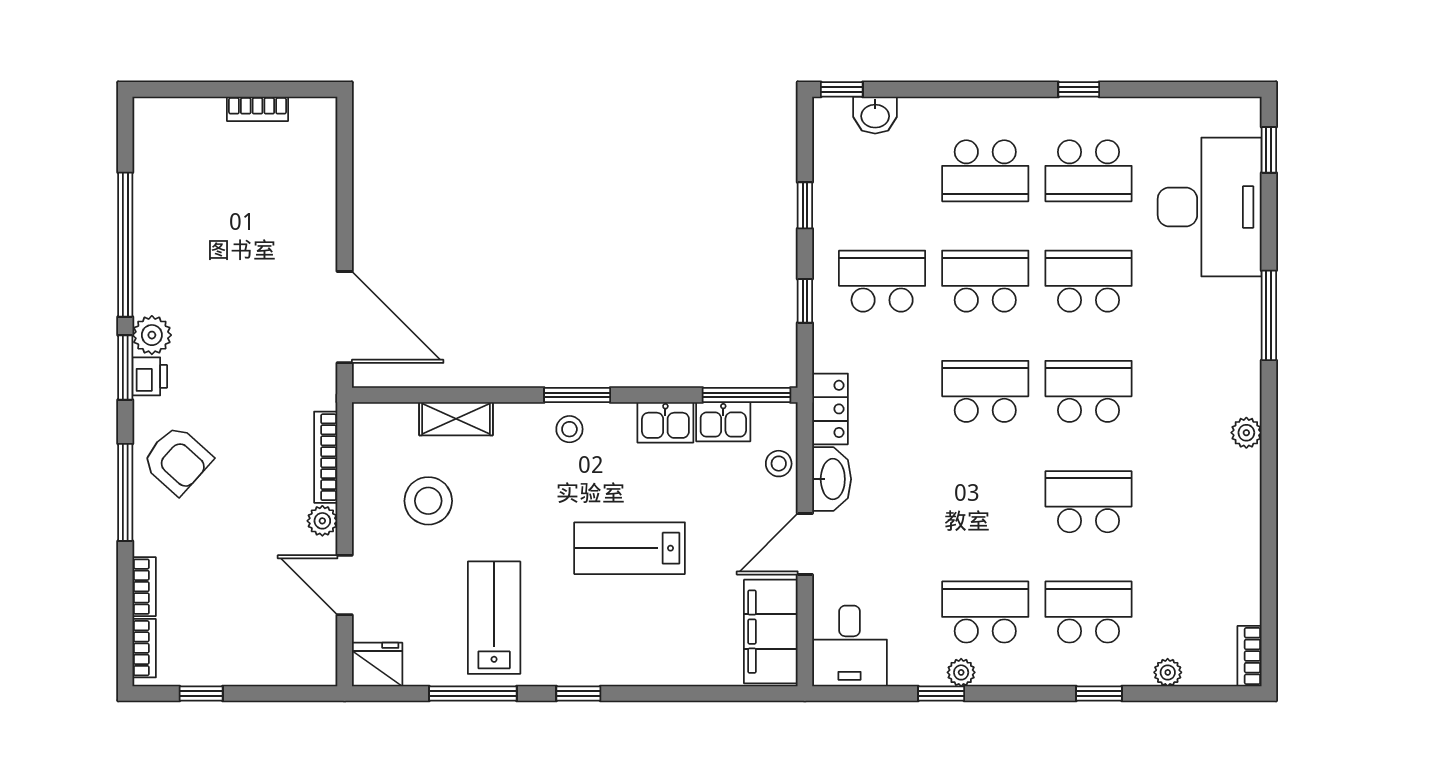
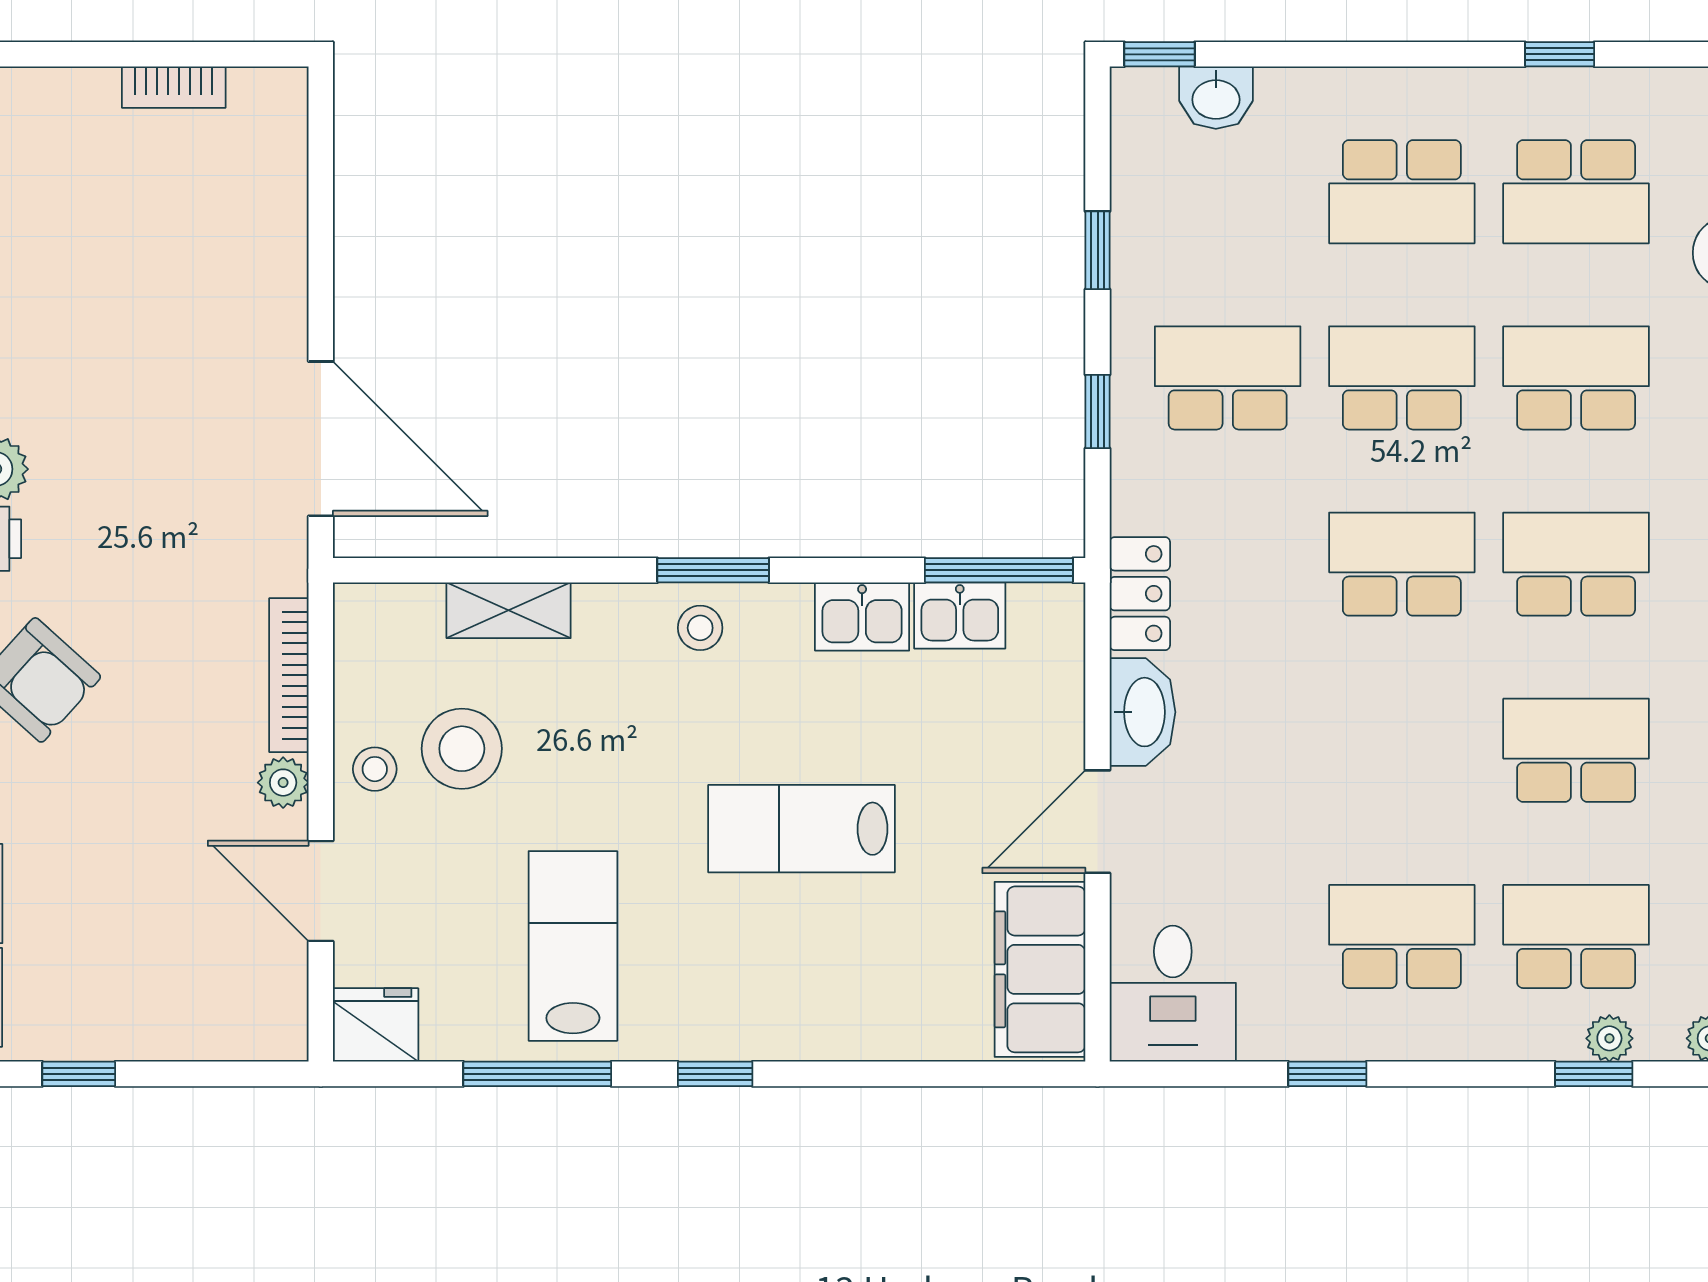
stool: (779, 464) -> (375, 769), moved
plant: (961, 672) -> (1609, 1038), moved

